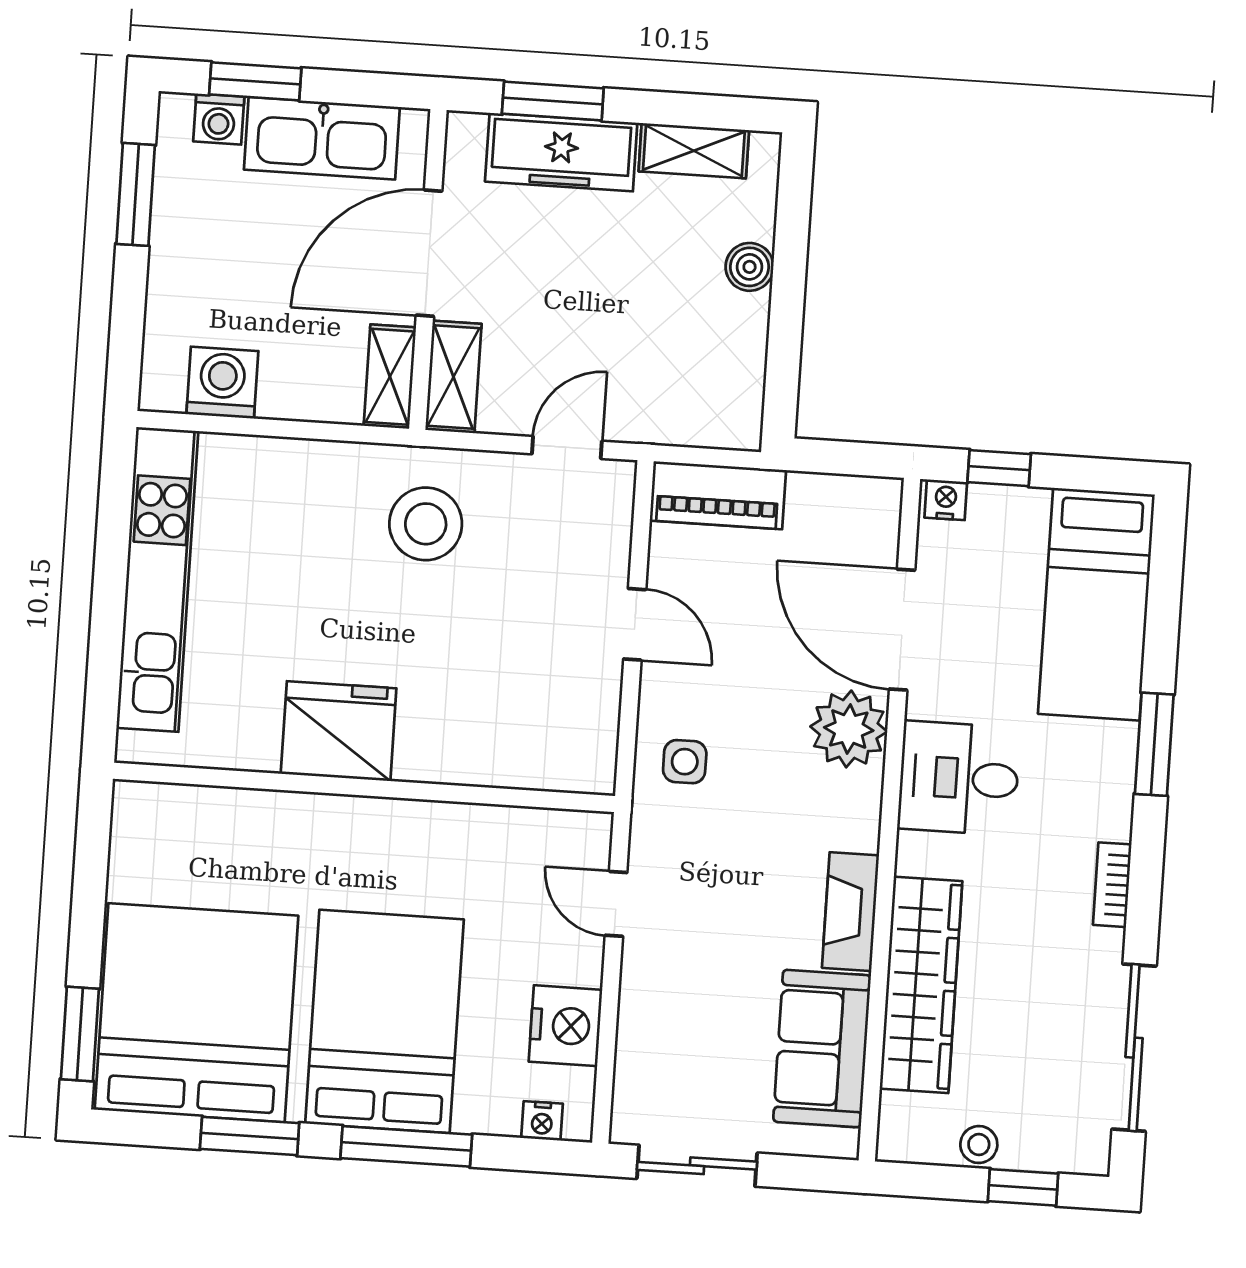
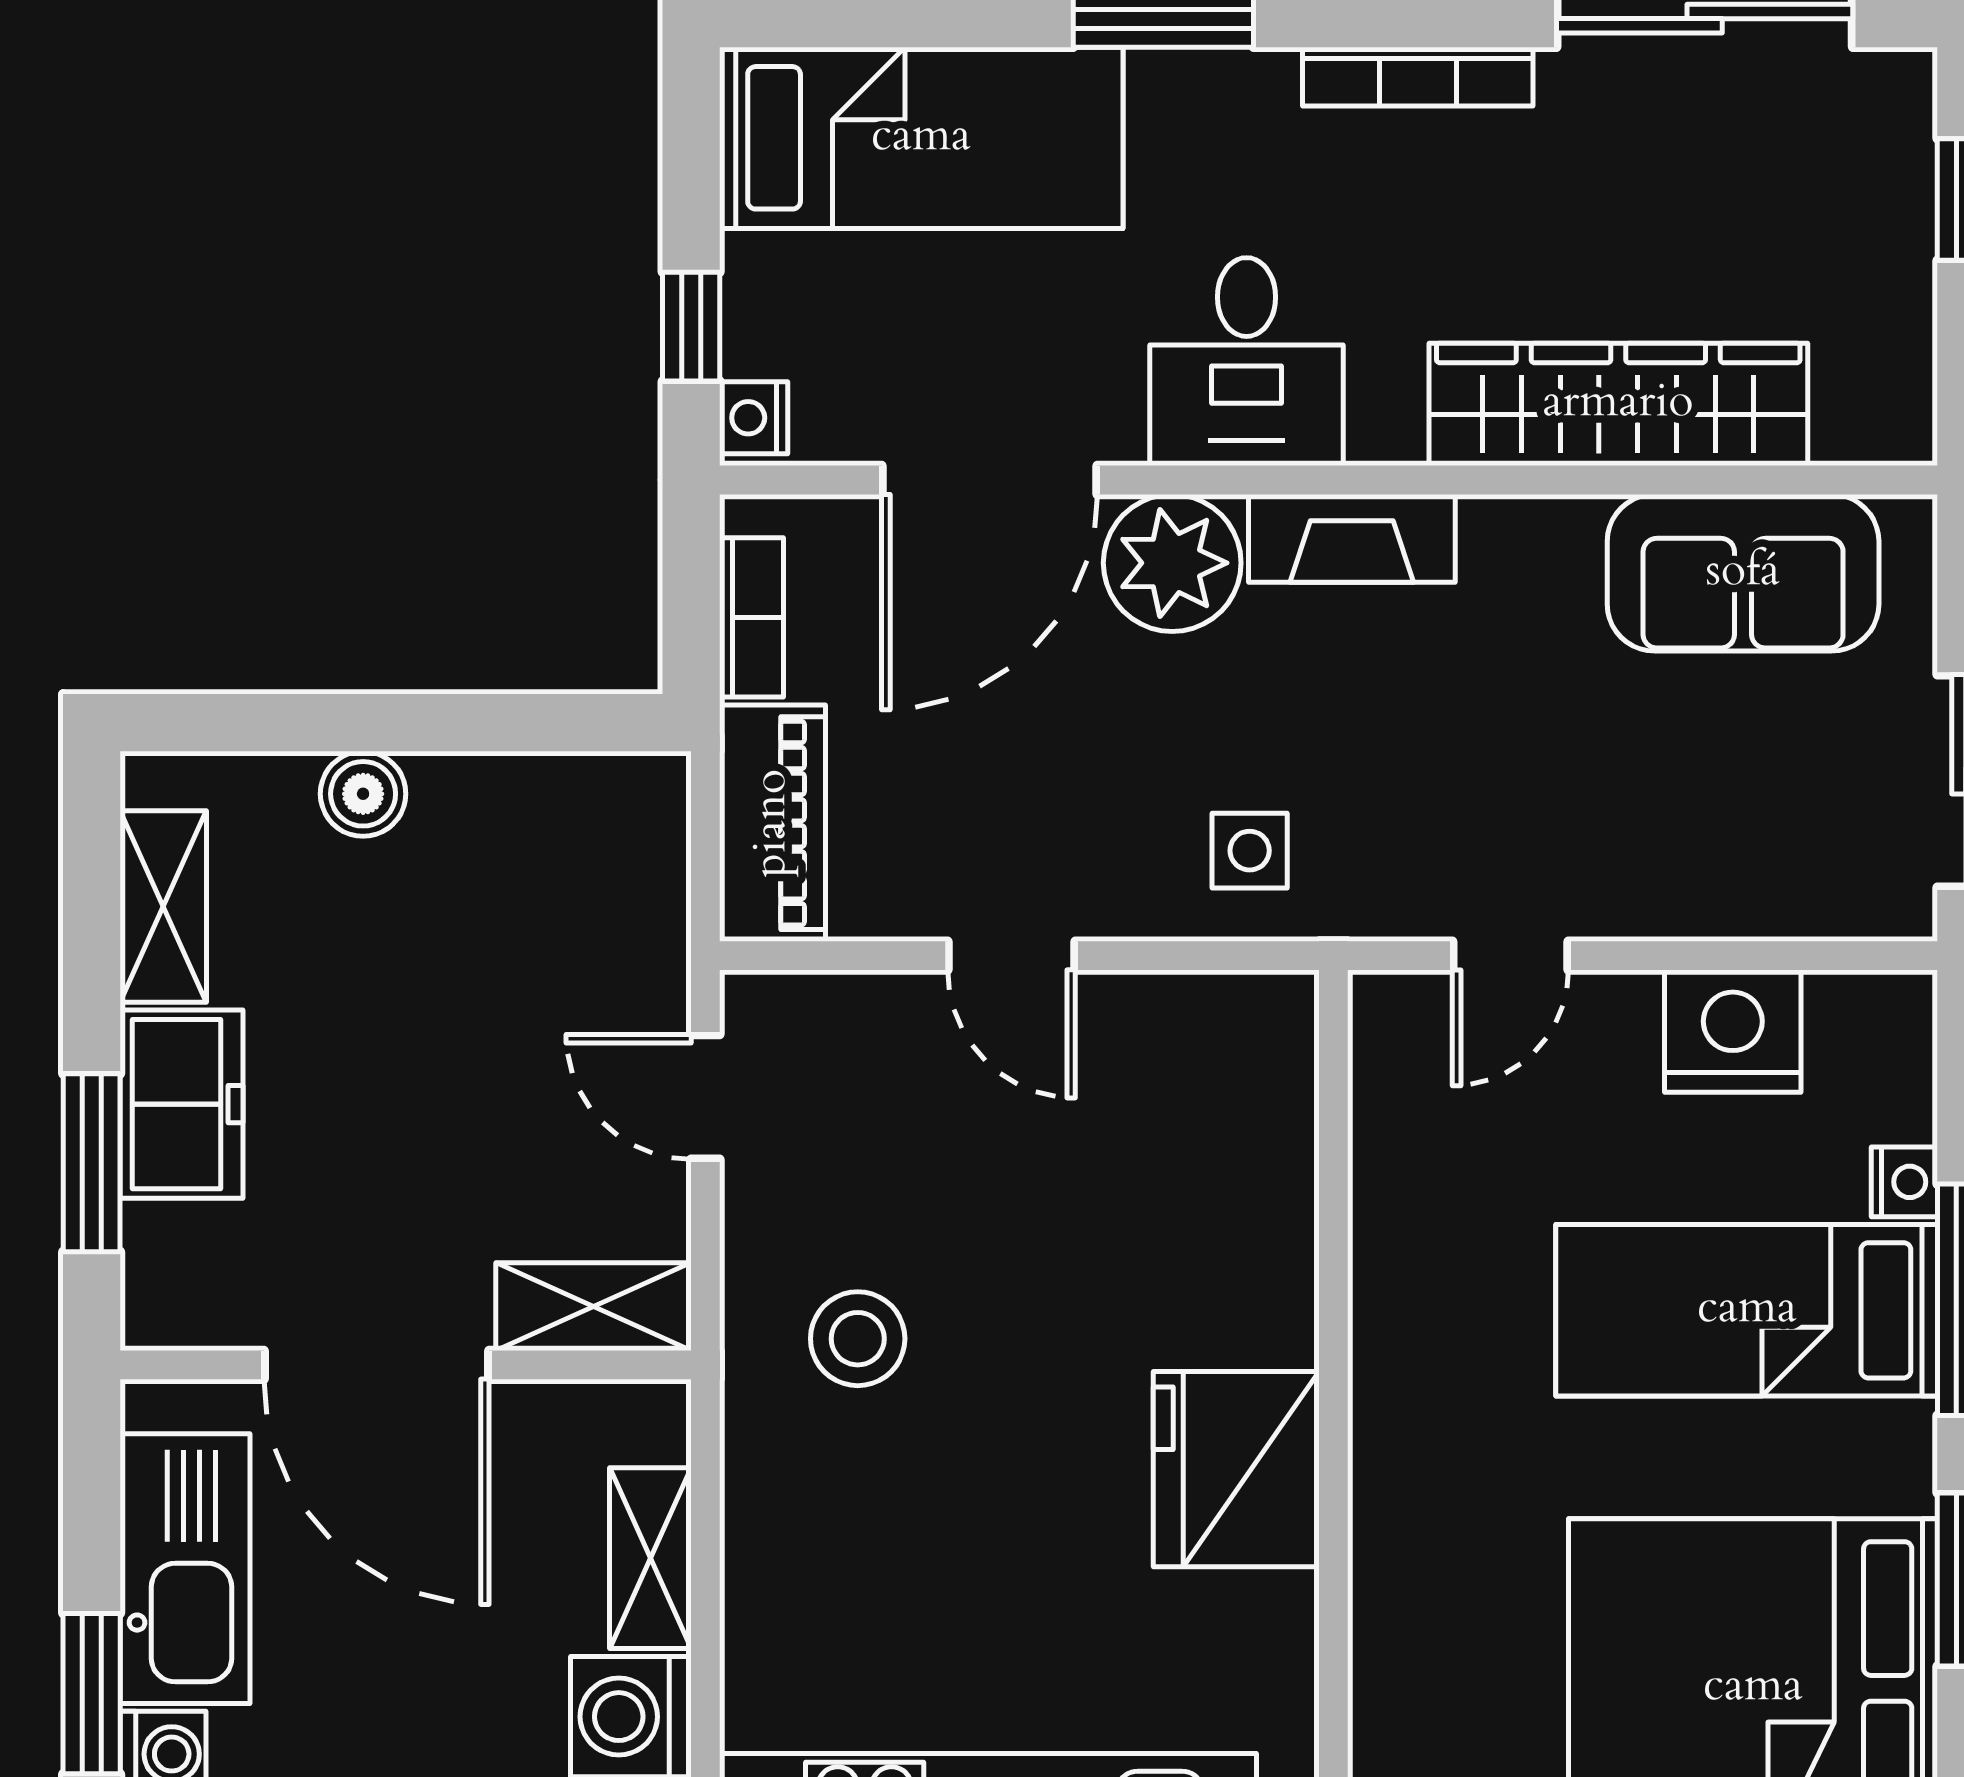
freezer: (561, 152) -> (181, 1104), width x0.71
shelving: (390, 377) -> (650, 1558), moved, turned 90
bookcase: (834, 491) -> (752, 617), added
stool: (426, 524) -> (858, 1339), width x0.73, depth x0.73
door: (635, 624) -> (1012, 956), swing flipped
bookcase: (1112, 885) -> (1418, 77), width x1.56
fireplace: (850, 912) -> (1352, 538), moved
bed: (384, 1021) -> (1747, 1310), width x0.67
nightstand: (542, 1121) -> (1904, 1182), moved
stool: (979, 1145) -> (1895, 283), removed

